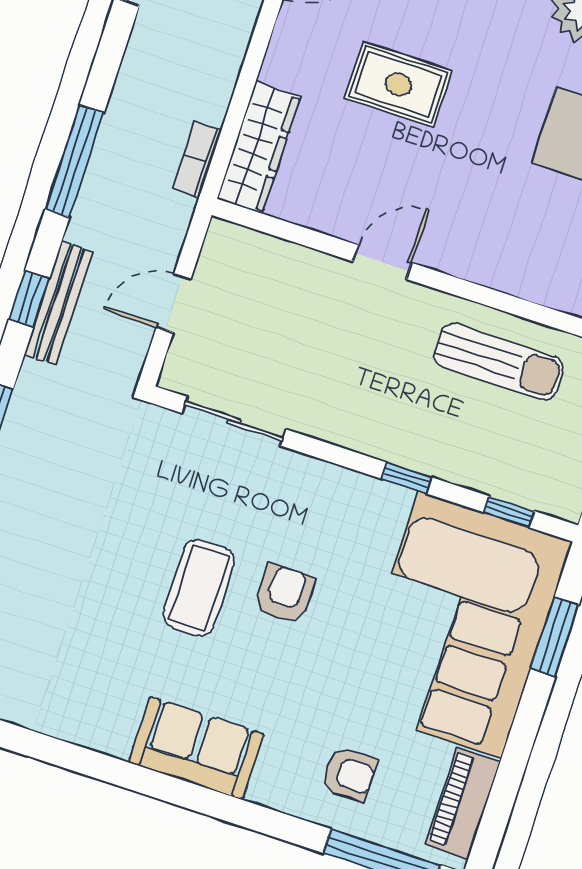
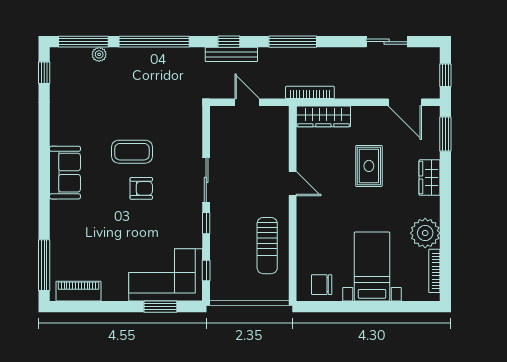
bookcase: (197, 160) -> (310, 92), width x1.56
sliding door: (234, 421) -> (206, 180), moved
corner sofa: (460, 625) -> (166, 275), width x0.73, depth x0.74
armchair: (349, 774) -> (75, 240), removed

